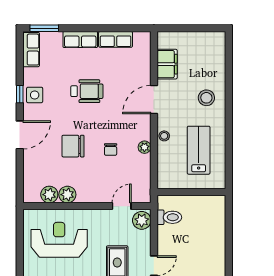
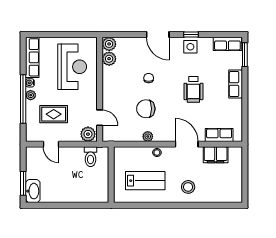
row of seats: (116, 39) -> (219, 135), moved, turned 90
chair: (73, 146) -> (149, 78), width x0.54, depth x0.54
chair: (111, 149) -> (146, 109), width x1.87, depth x1.87
plant: (67, 195) -> (109, 44), moved

